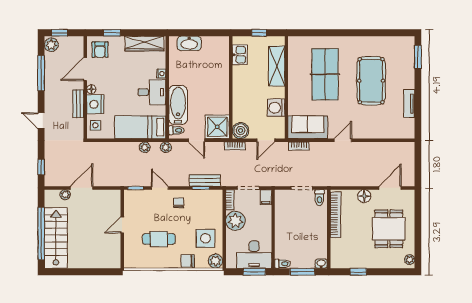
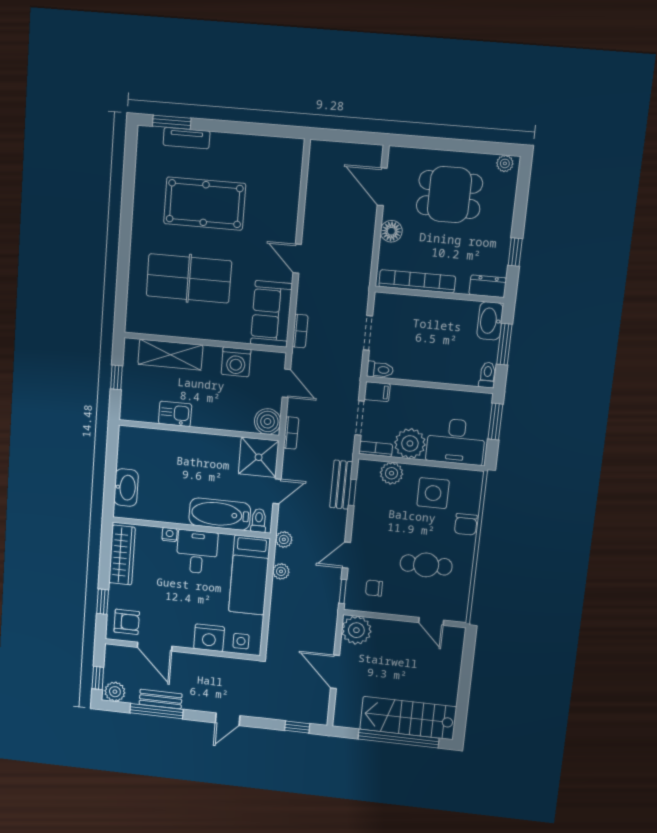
kitchen sink: (240, 55) -> (175, 414), moved
floor lamp: (91, 89) -> (186, 641), removed
tv unit: (409, 103) -> (187, 138), moved
bench: (78, 104) -> (161, 699), moved
plant: (65, 195) -> (356, 630), moved, width x1.87, depth x1.87
toilet: (319, 198) -> (380, 370), moved
chair: (179, 203) -> (374, 588), moved
door: (122, 225) -> (431, 621), moved
cafe table: (159, 239) -> (426, 565), turned 90
desk: (254, 255) -> (456, 441), moved, turned 90
dresser: (336, 258) -> (488, 286), added
plant: (215, 261) -> (391, 473), moved
washbasin: (321, 264) -> (490, 321), width x1.91, depth x1.45

